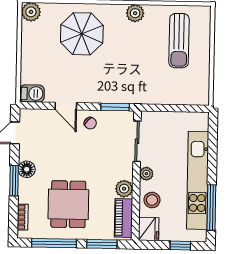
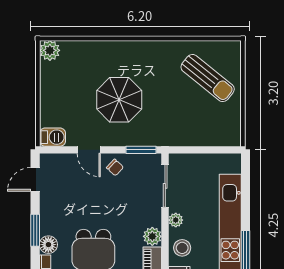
plant: (135, 13) -> (160, 50), removed
parasol: (82, 34) -> (119, 100), moved
sun lounger: (179, 41) -> (208, 78), turned -51
floor lamp: (27, 169) -> (48, 245), moved

